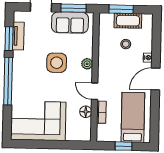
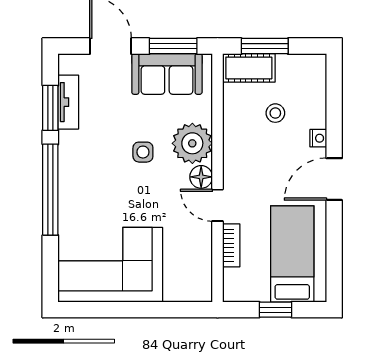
cot: (128, 21) -> (249, 68), moved
side table: (57, 63) -> (143, 152), width x0.54, depth x0.54
plant: (87, 64) -> (192, 143), width x1.87, depth x1.87
floor lamp: (86, 112) -> (201, 177), moved

